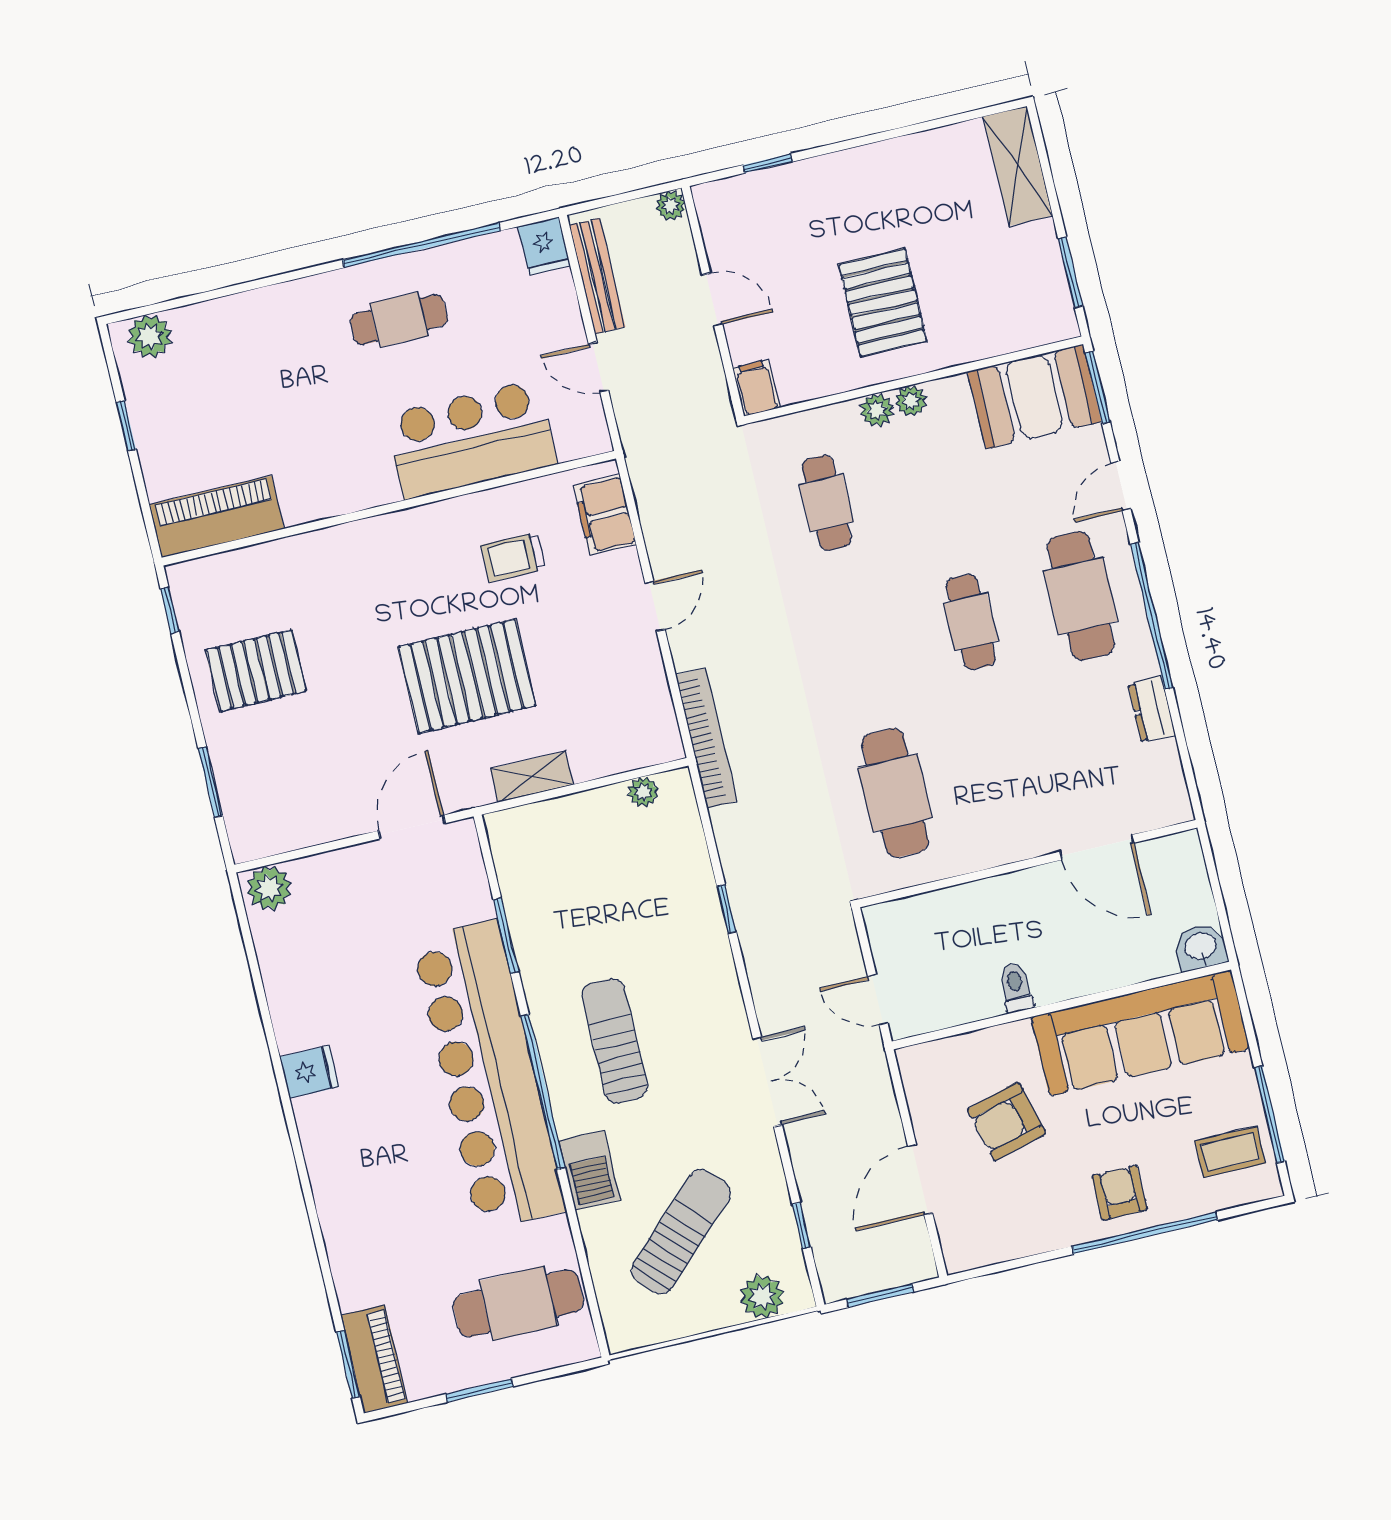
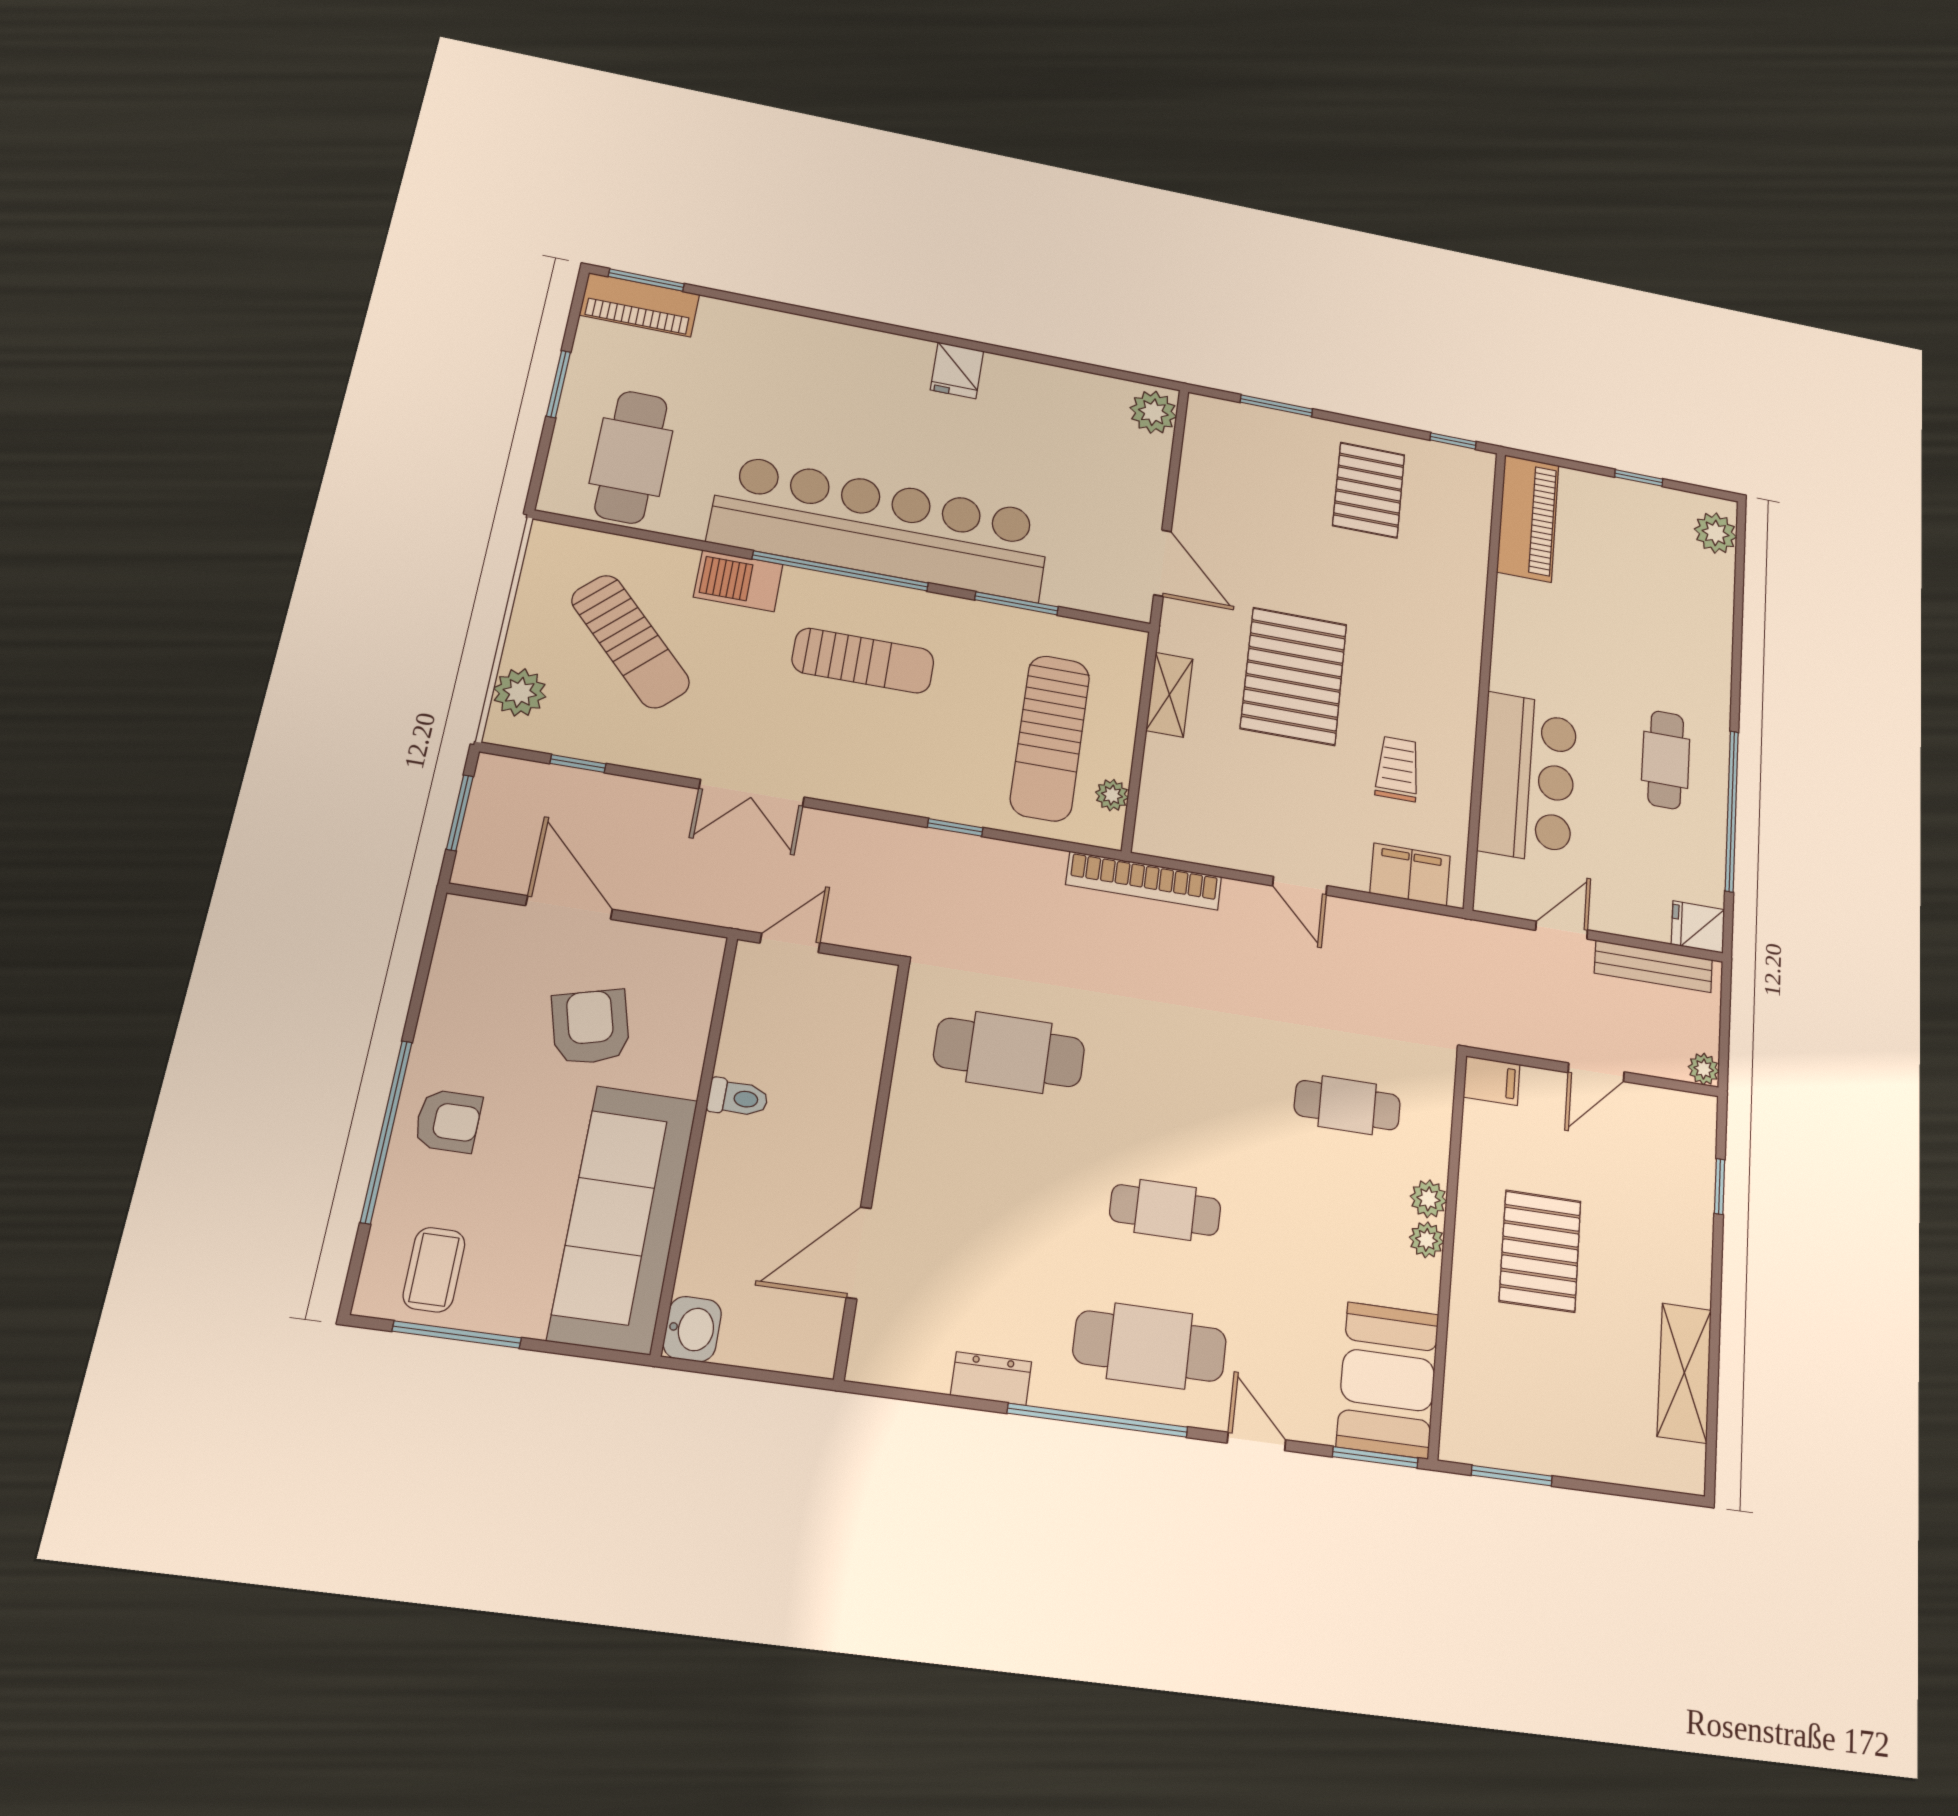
shelving: (1018, 166) -> (1684, 1373), moved, turned 90
pallet: (883, 303) -> (1540, 1251), turned 90
sun lounger: (615, 862) -> (1050, 738), added

